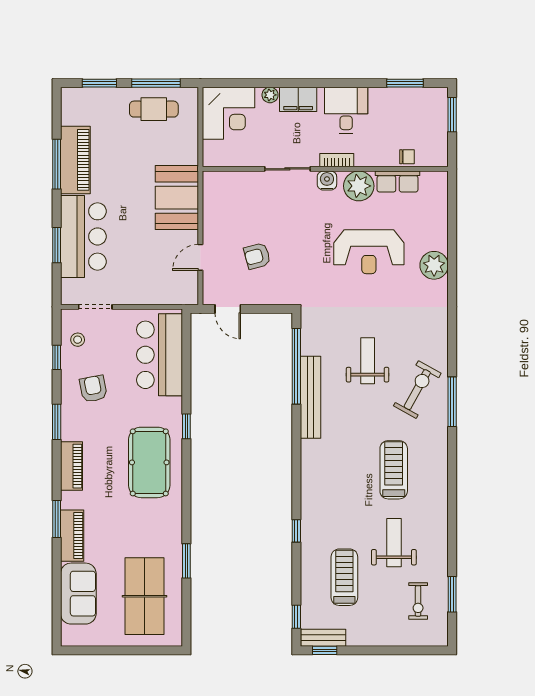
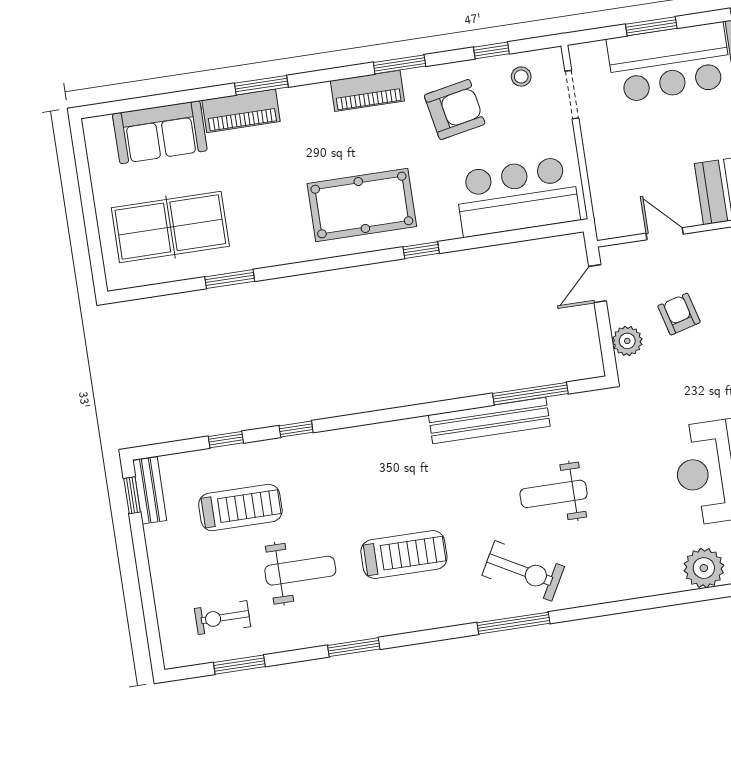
plant: (270, 294) -> (627, 341), added
weight bench: (368, 361) -> (554, 494), turned 180
window: (296, 366) -> (530, 394), width x0.68
armchair: (93, 389) -> (455, 110), width x1.38, depth x1.38
piano: (71, 466) -> (367, 91), moved
window: (452, 514) -> (354, 647), added
window: (296, 617) -> (226, 440), moved

